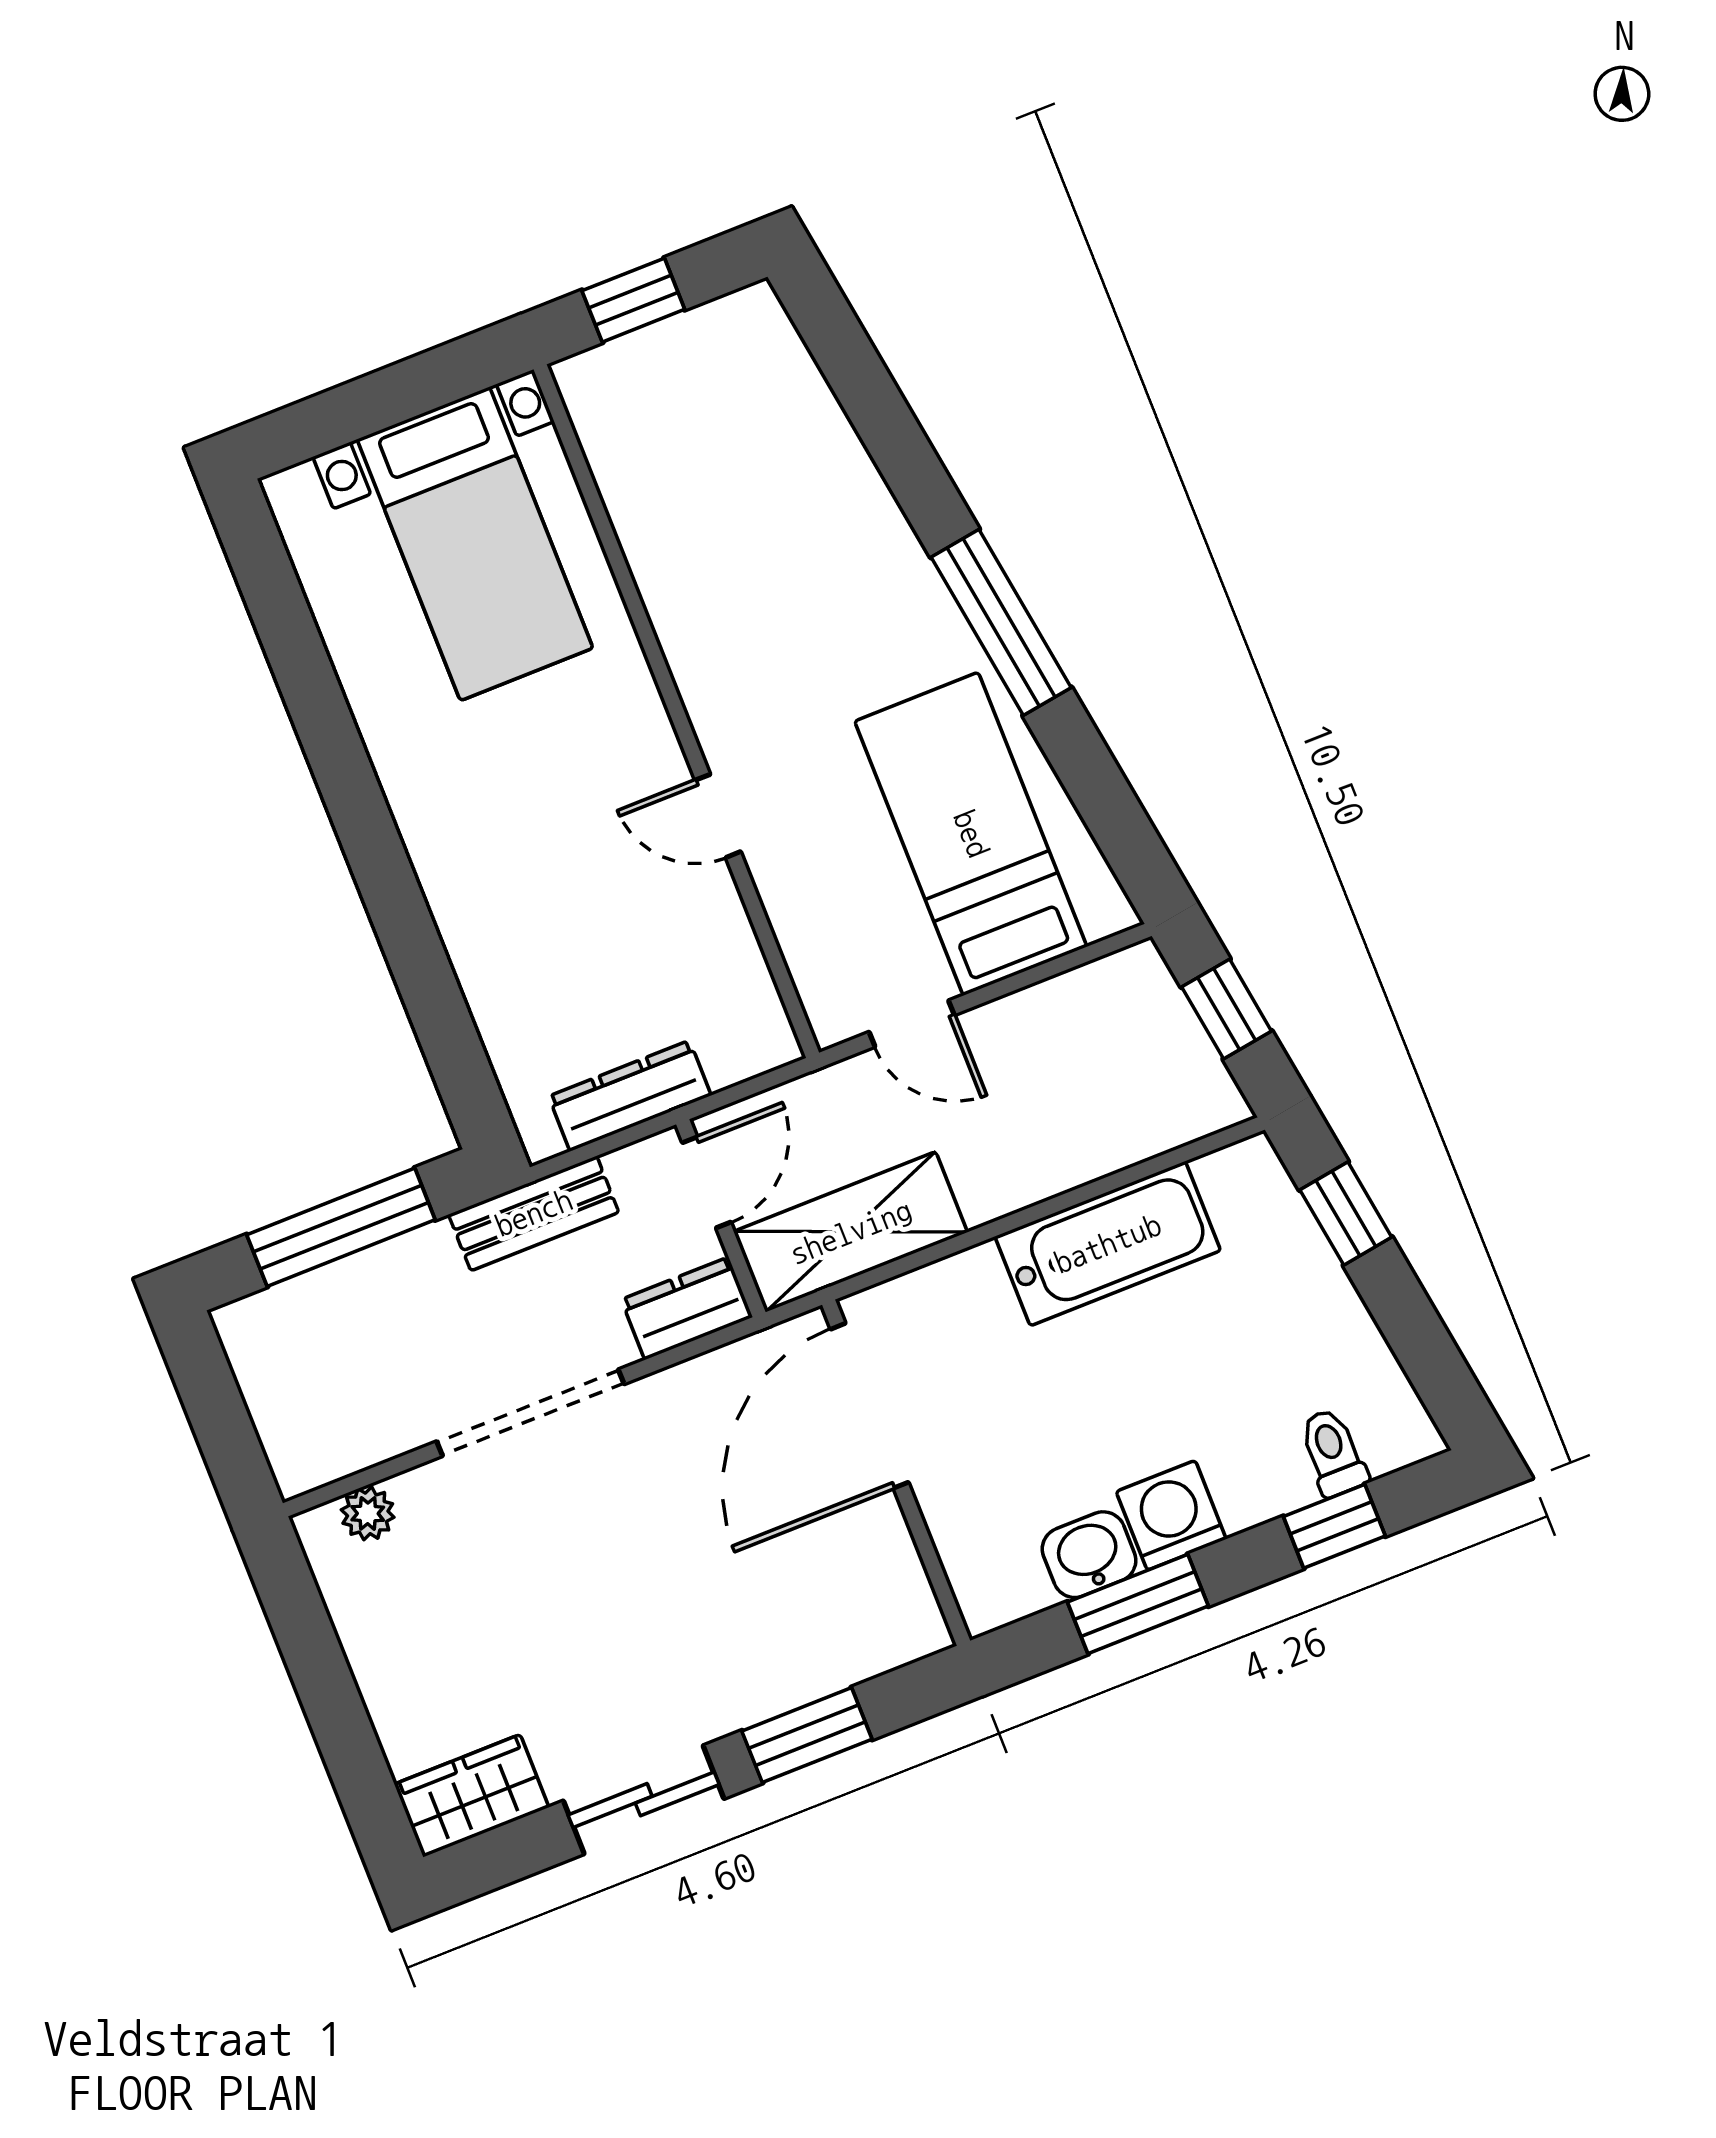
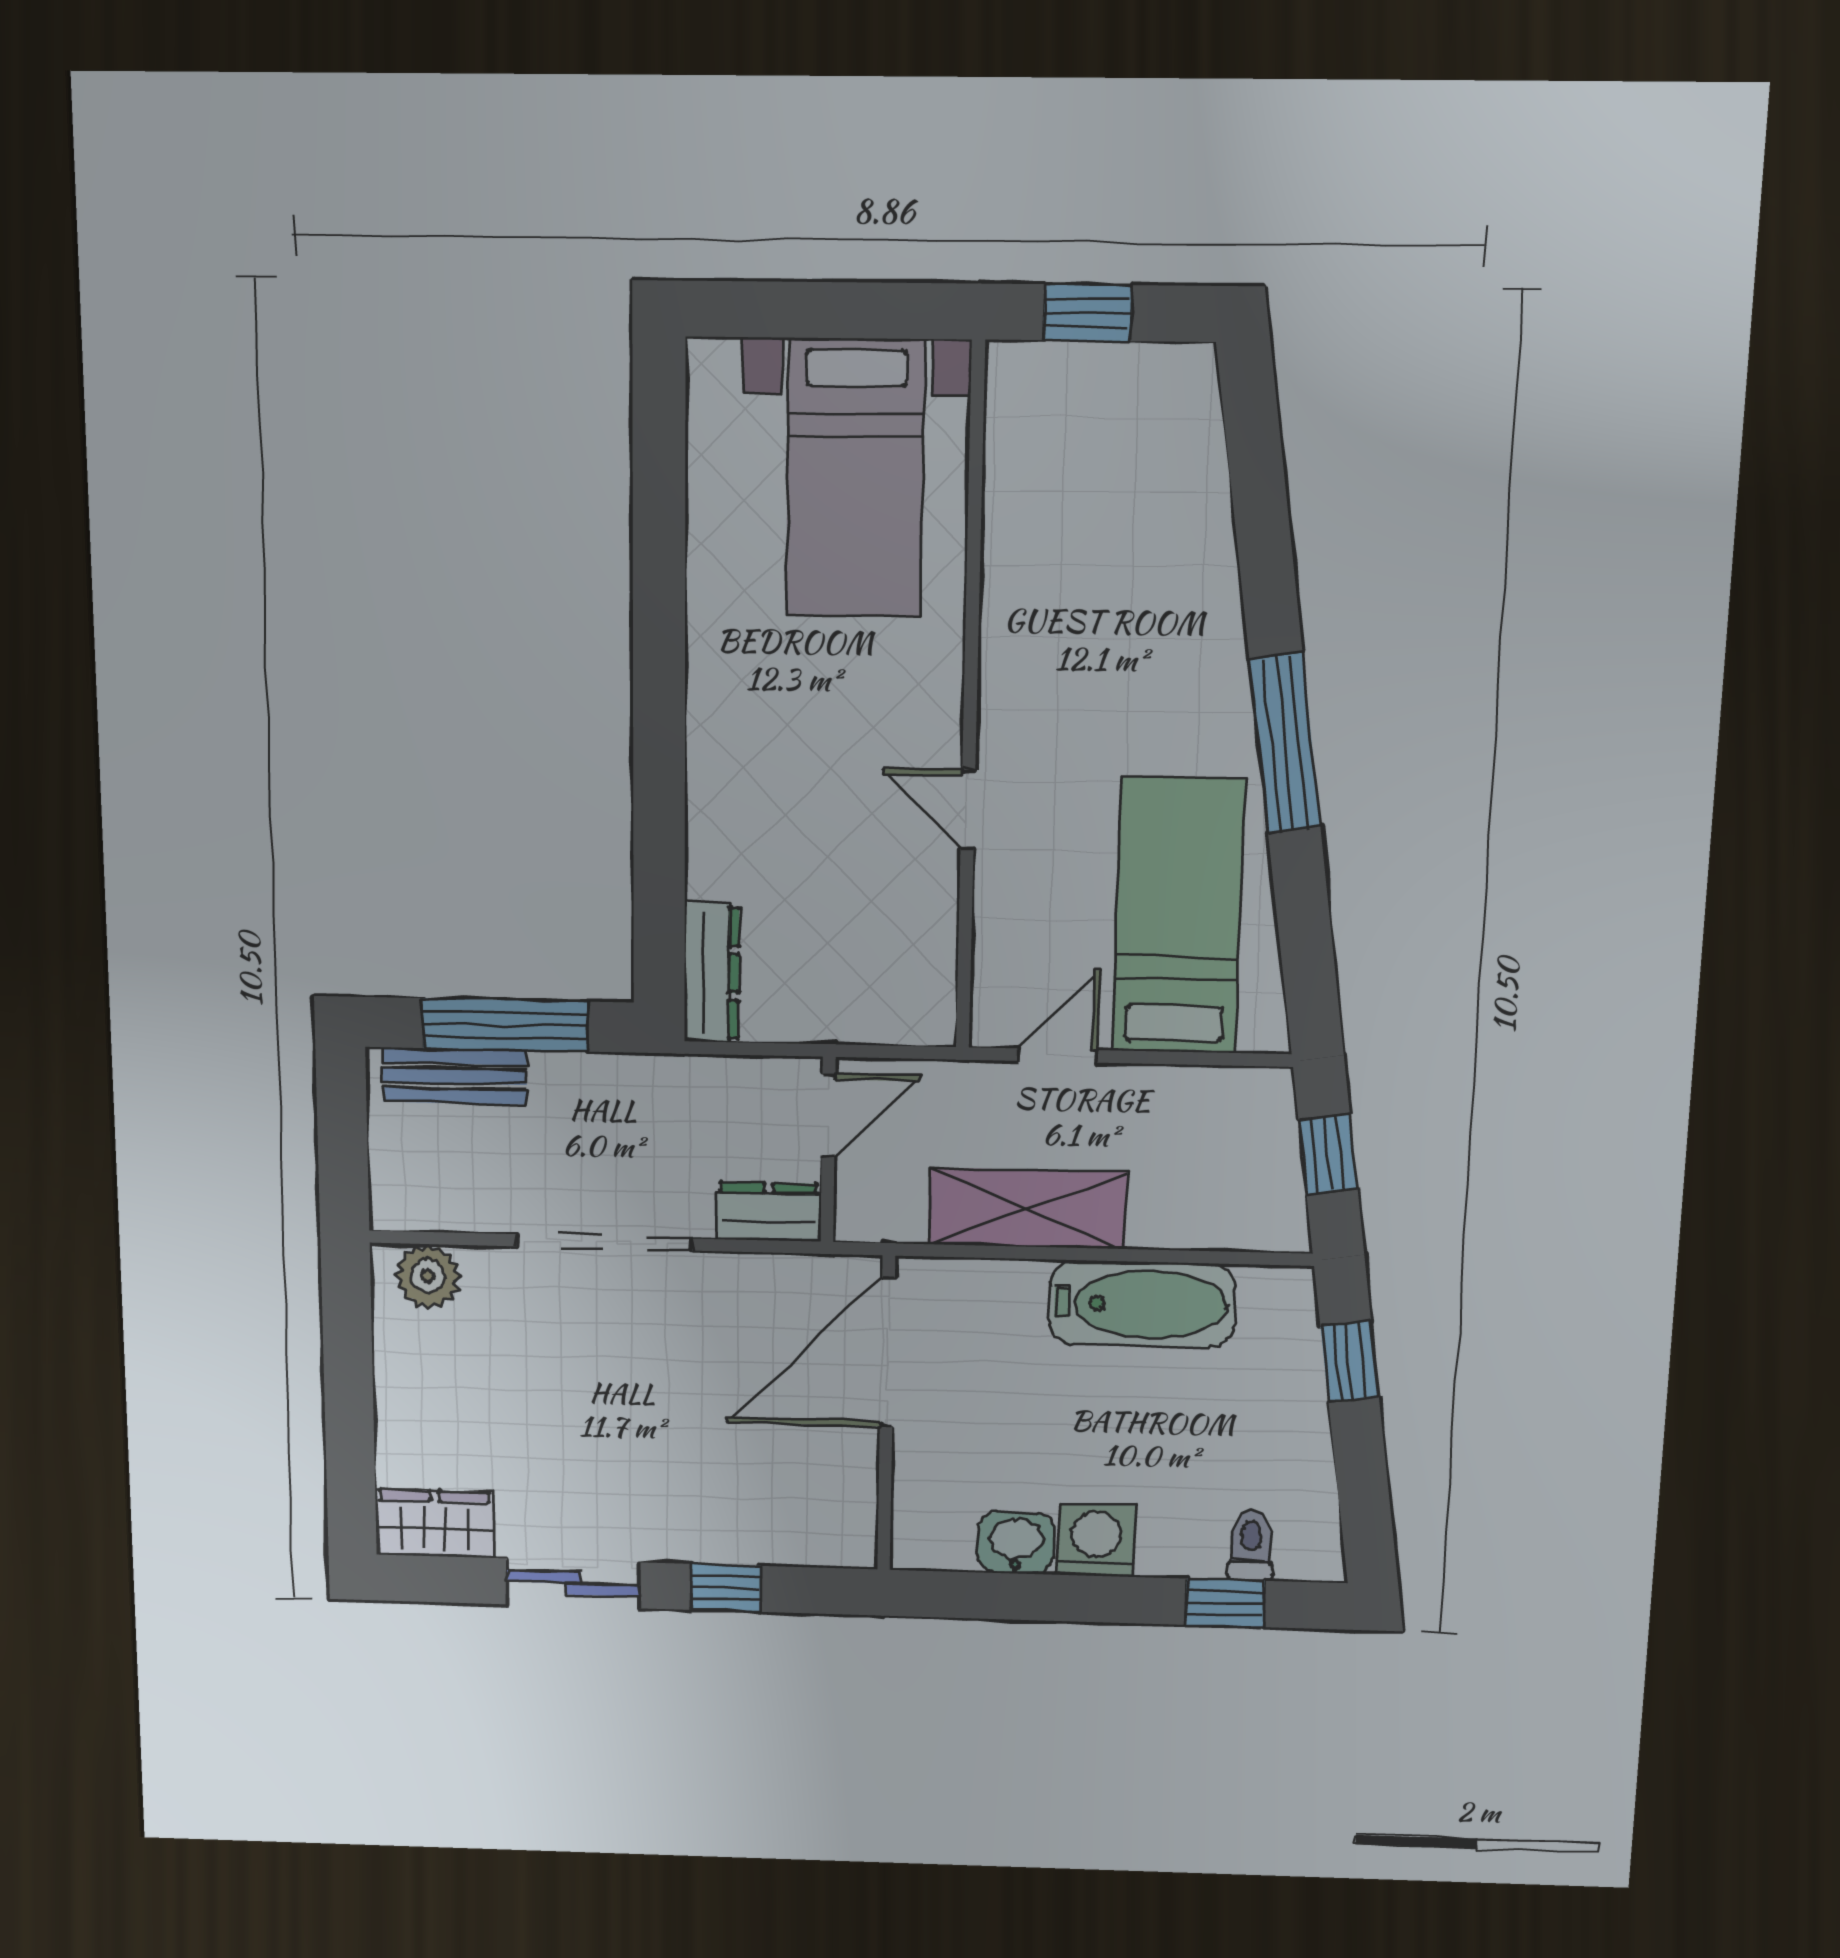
door: (912, 1024) -> (1058, 1056), swing flipped
dresser: (630, 1096) -> (712, 973), moved, turned 90
bench: (534, 1213) -> (455, 1076), moved
shelving: (851, 1232) -> (1027, 1208), moved
plant: (368, 1513) -> (428, 1276), width x1.38, depth x1.38
window: (1138, 1604) -> (1038, 1597), removed
window: (807, 1735) -> (726, 1588), width x0.67

